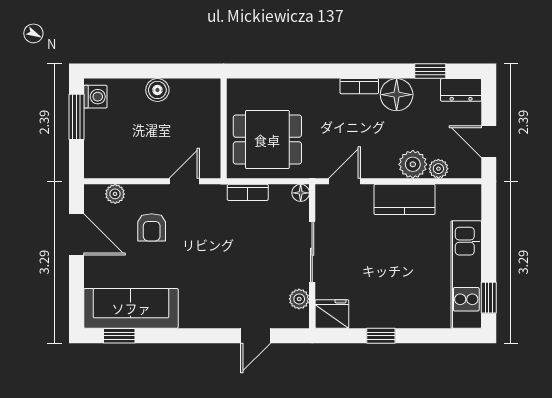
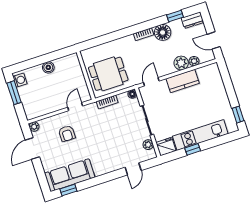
plant: (115, 194) -> (34, 127), moved
door: (77, 234) -> (32, 149), swing flipped
kitchen unit: (466, 275) -> (200, 135), moved, turned 90

